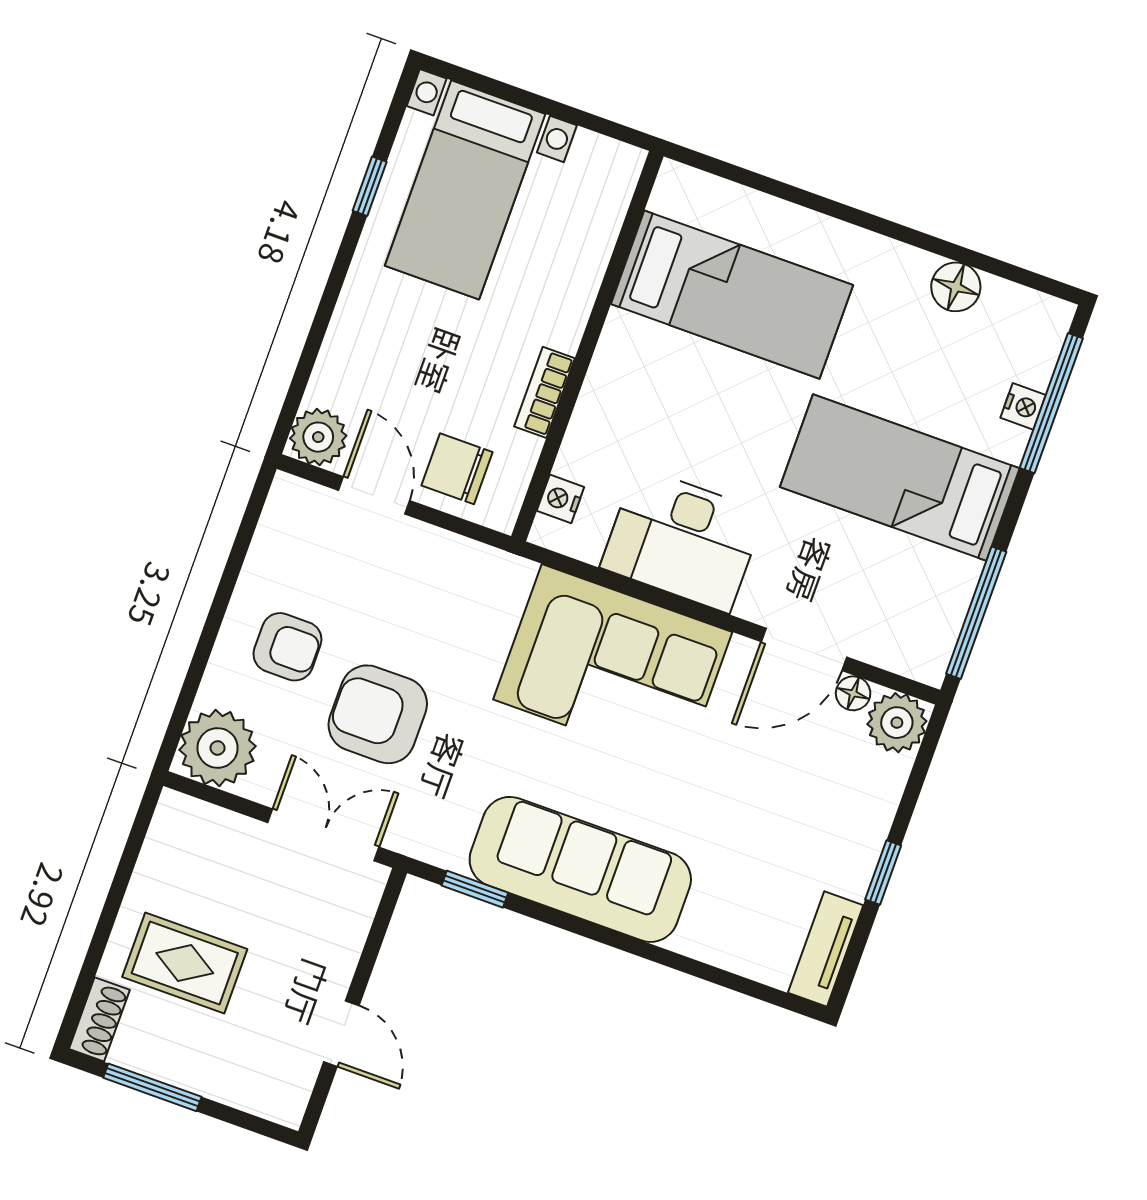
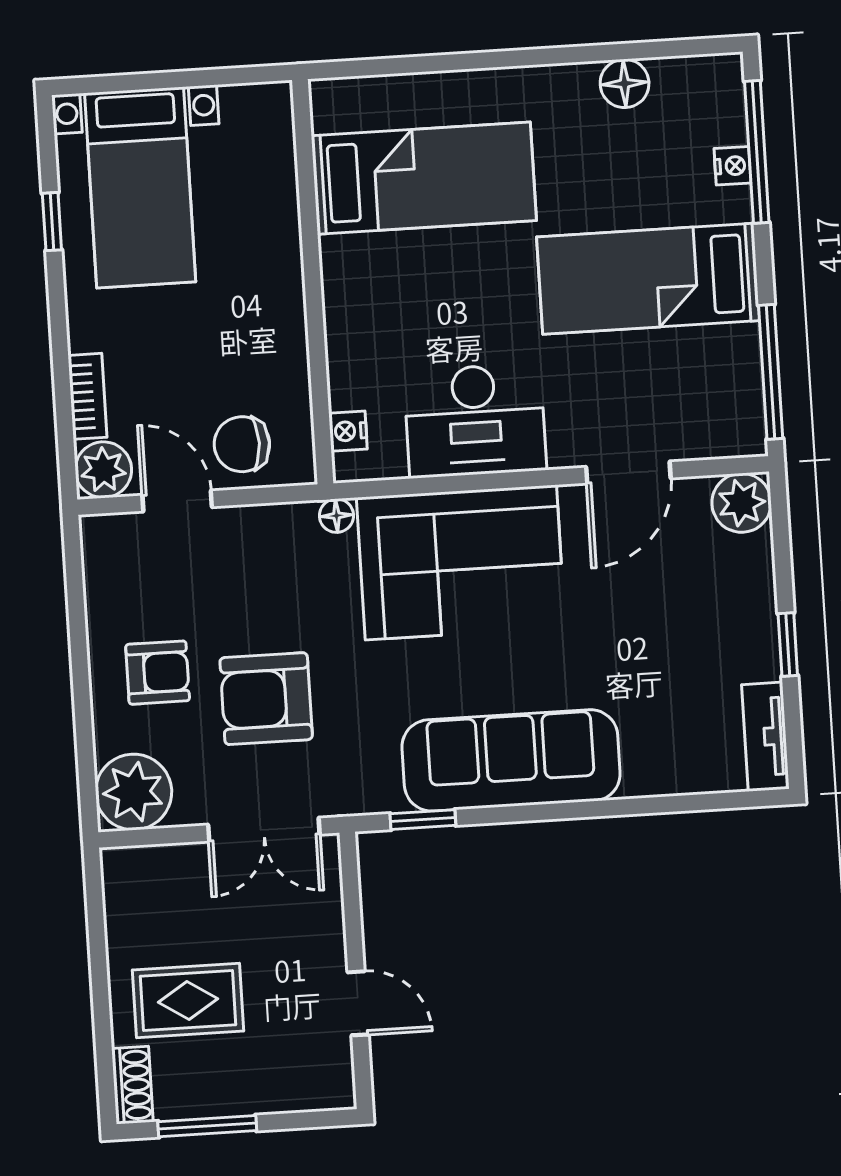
bookcase: (545, 392) -> (87, 396), moved, turned 180
floor lamp: (853, 693) -> (336, 516), moved
double door: (323, 835) -> (264, 830), swing flipped

